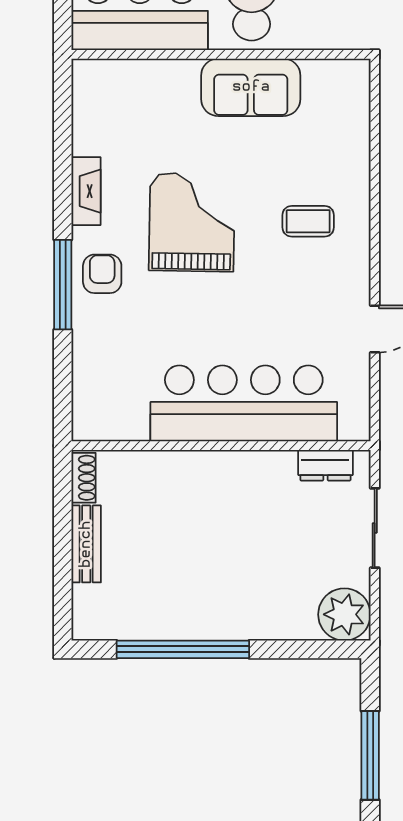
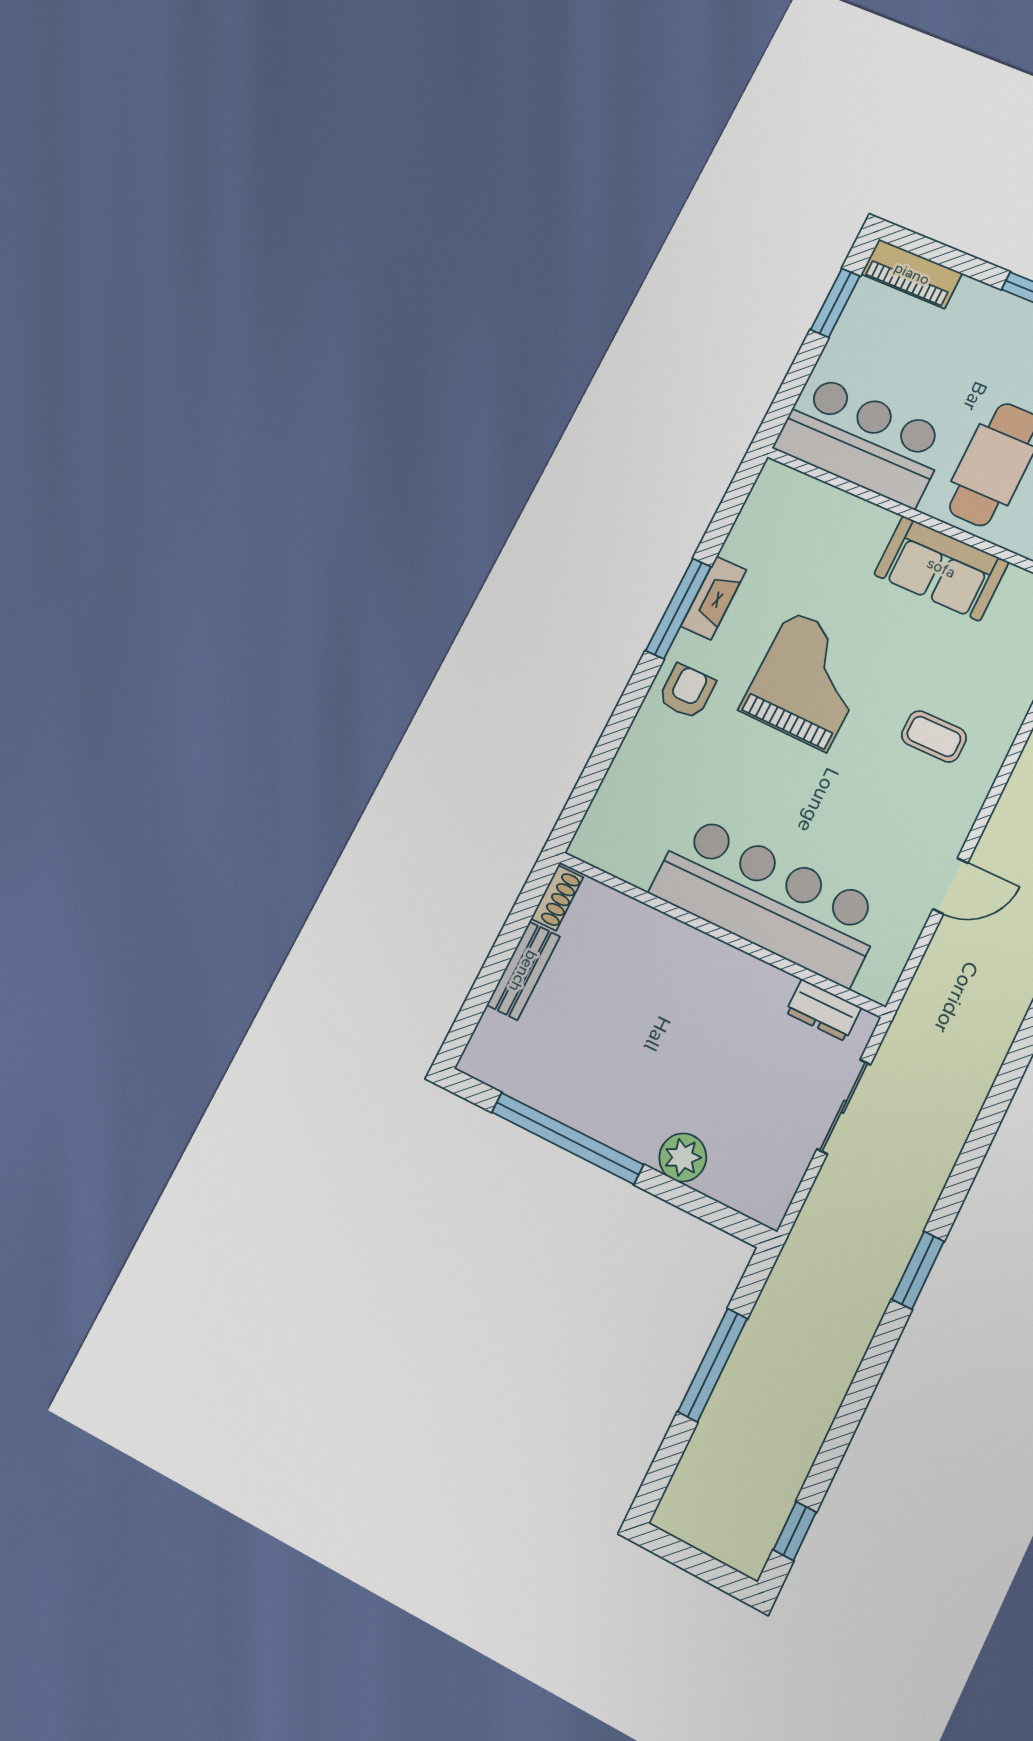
window: (63, 285) -> (678, 609), moved
plant: (344, 614) -> (683, 1157), moved, width x0.73, depth x0.73

